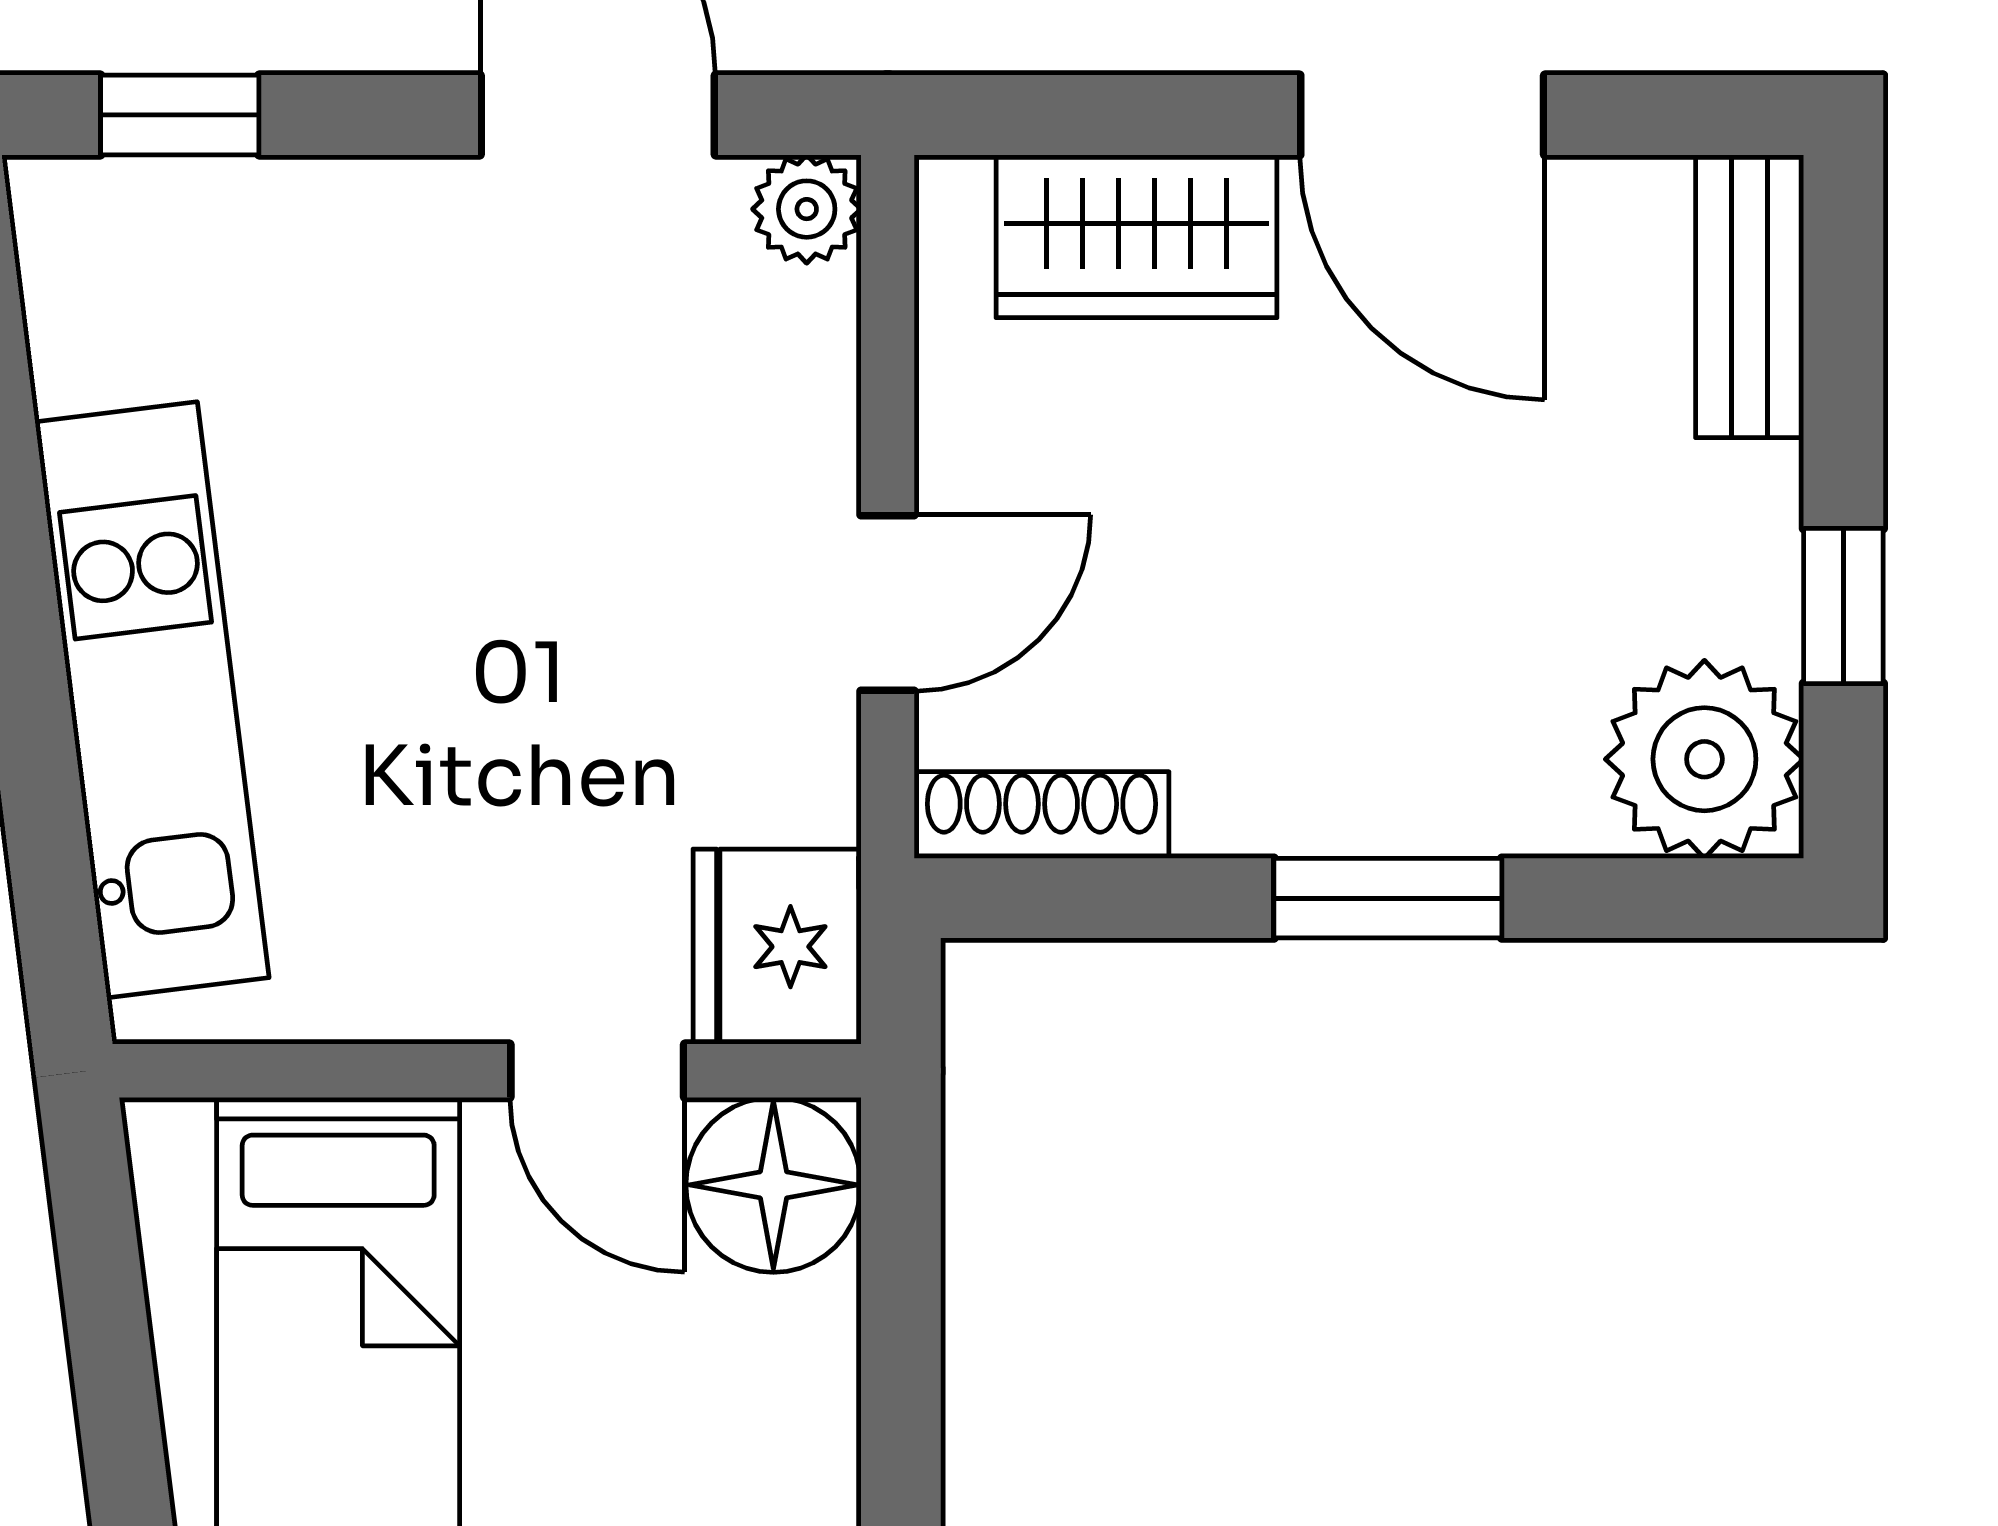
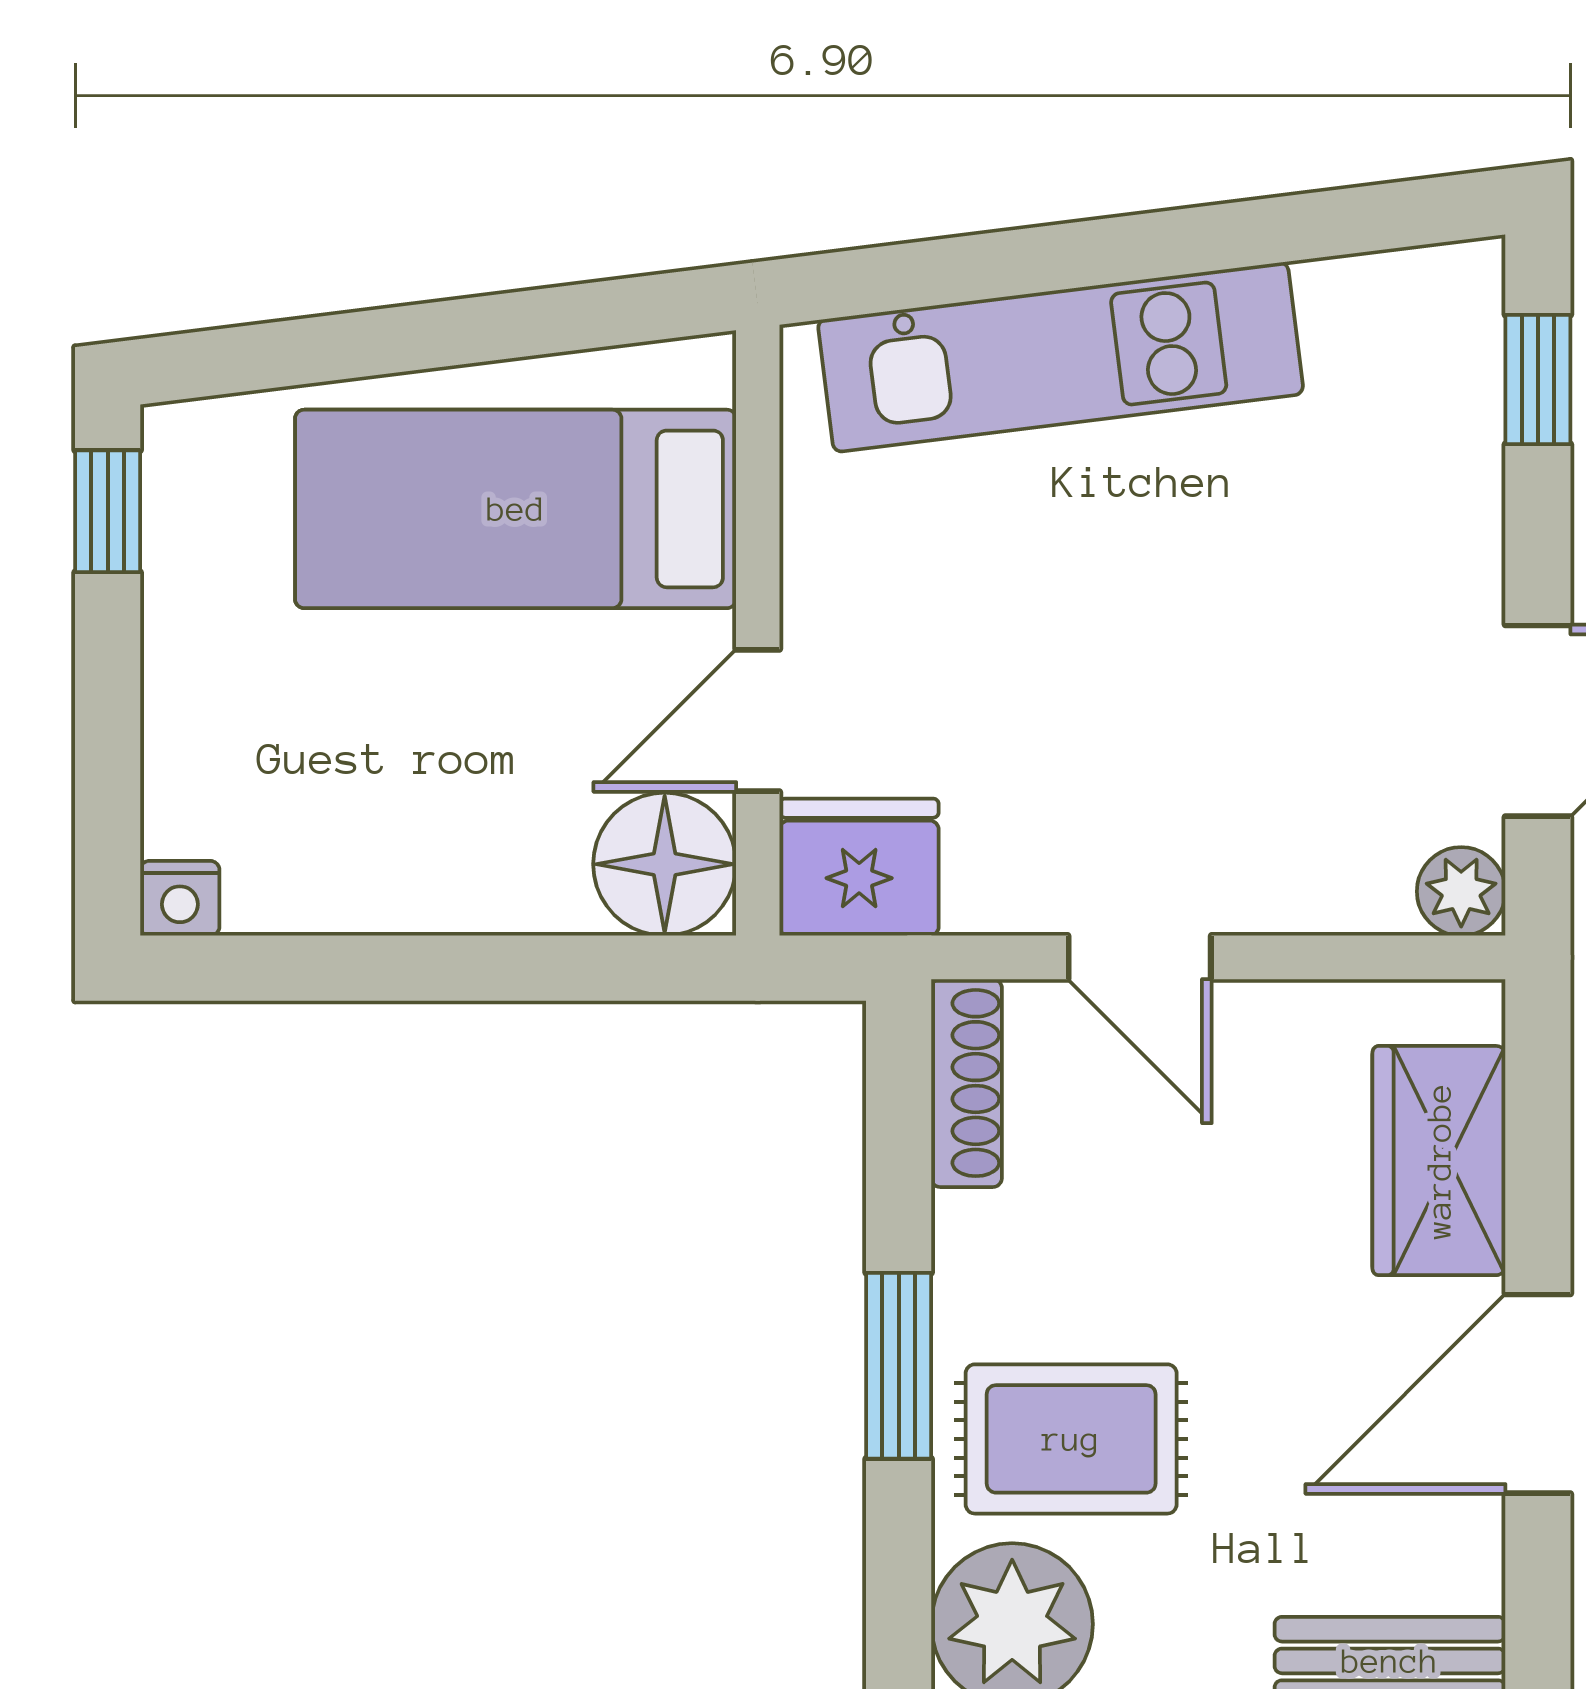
rug: (1478, 687) -> (1071, 1439), added

